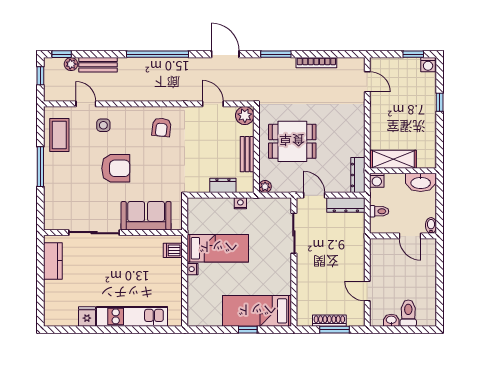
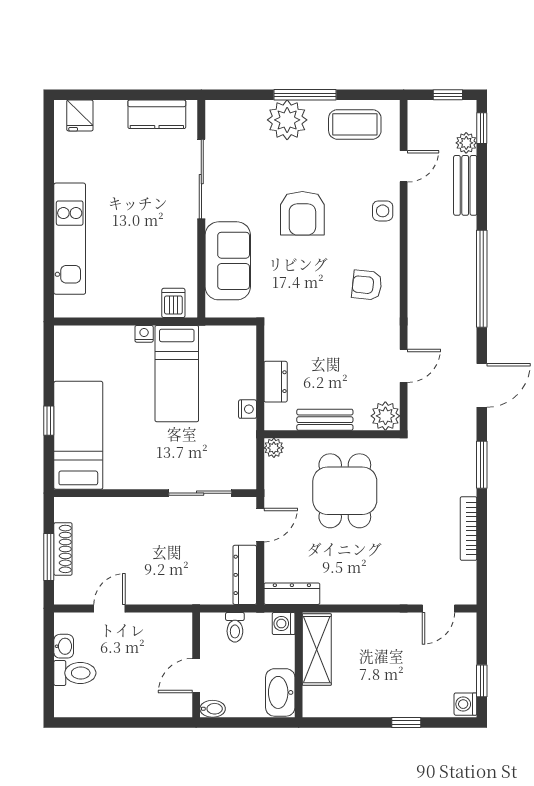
side table: (103, 125) -> (383, 211), moved
plant: (56, 178) -> (287, 120), added
fridge: (87, 316) -> (80, 115), moved, turned 90

